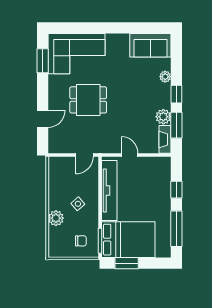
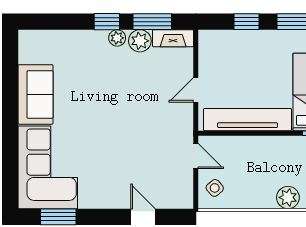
sofa: (150, 45) -> (36, 94), moved
plant: (165, 77) -> (117, 38), moved
dining table: (88, 100) -> (115, 150), removed
side table: (78, 204) -> (215, 188), moved

